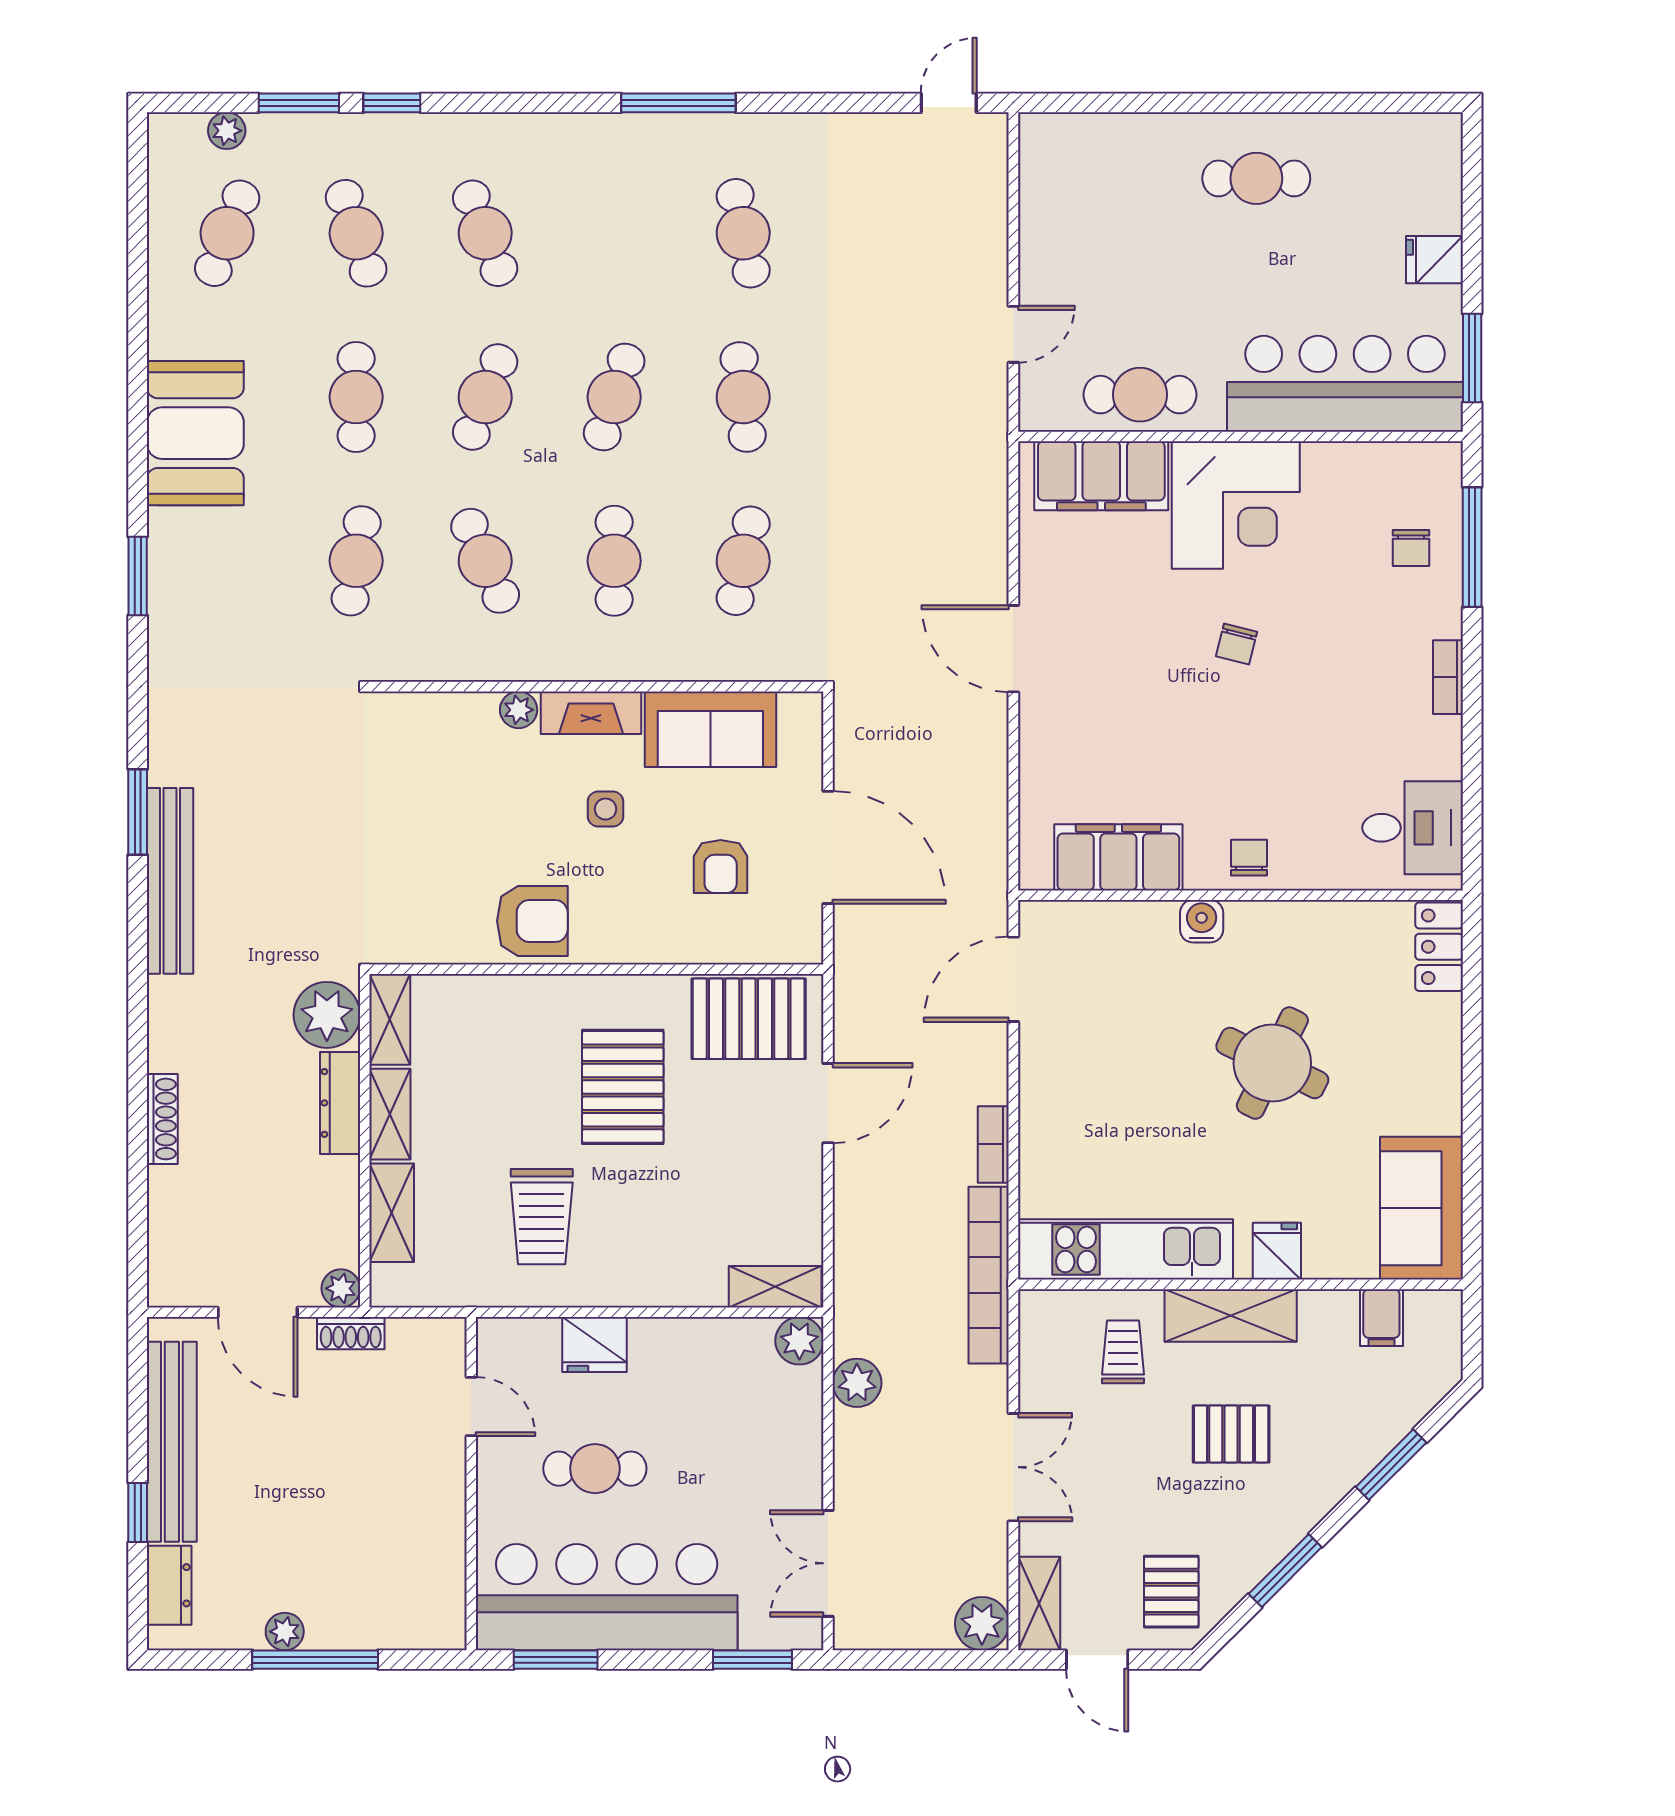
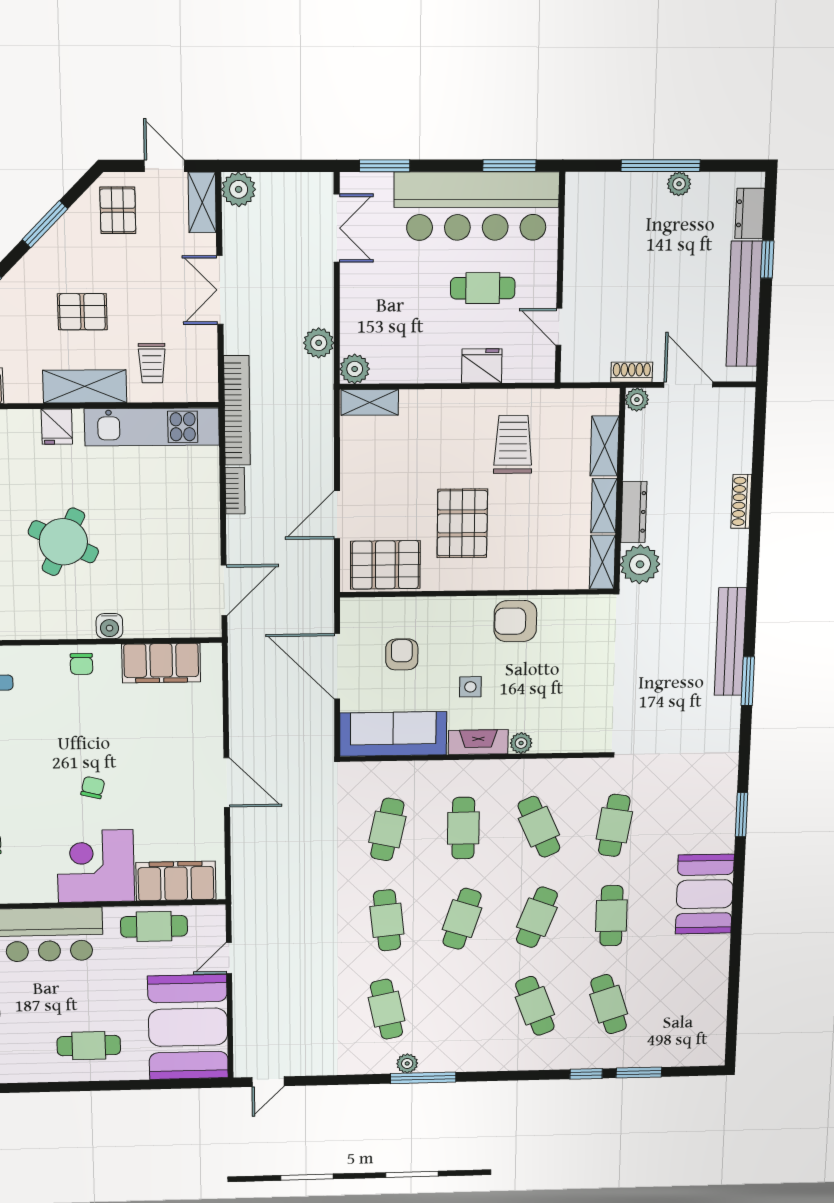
plant: (227, 131) -> (407, 1063), moved
booth: (1086, 208) -> (188, 1027), added
cafe table: (227, 233) -> (682, 1002), removed
sofa: (710, 729) -> (393, 734), width x1.36

